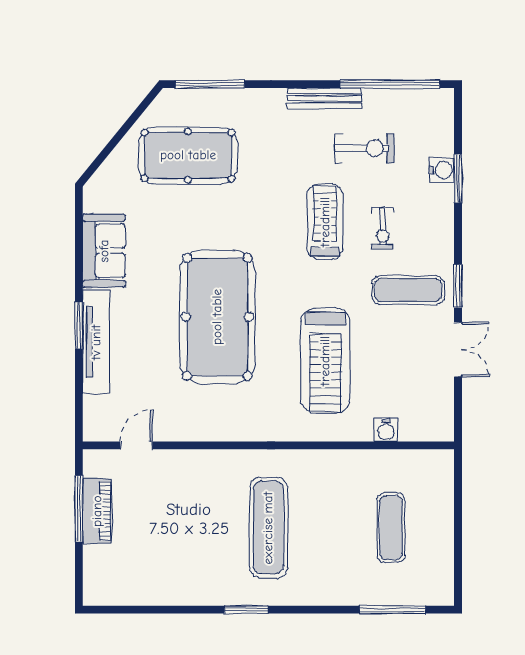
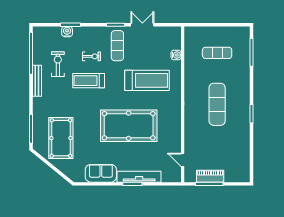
exercise mat: (268, 528) -> (217, 104), turned 90

